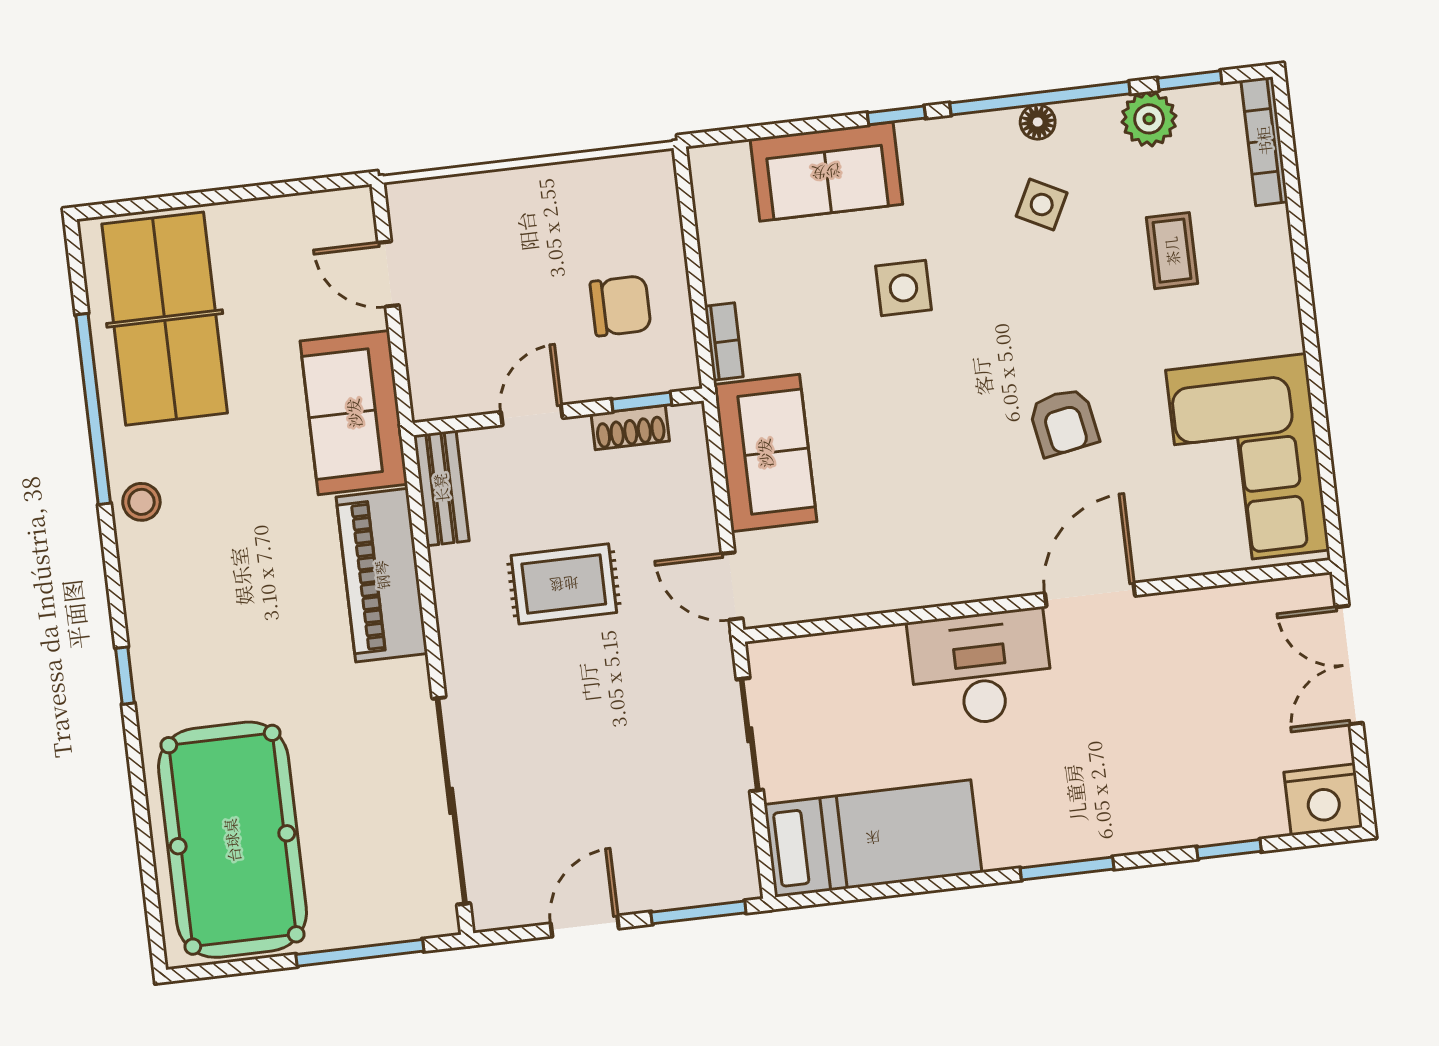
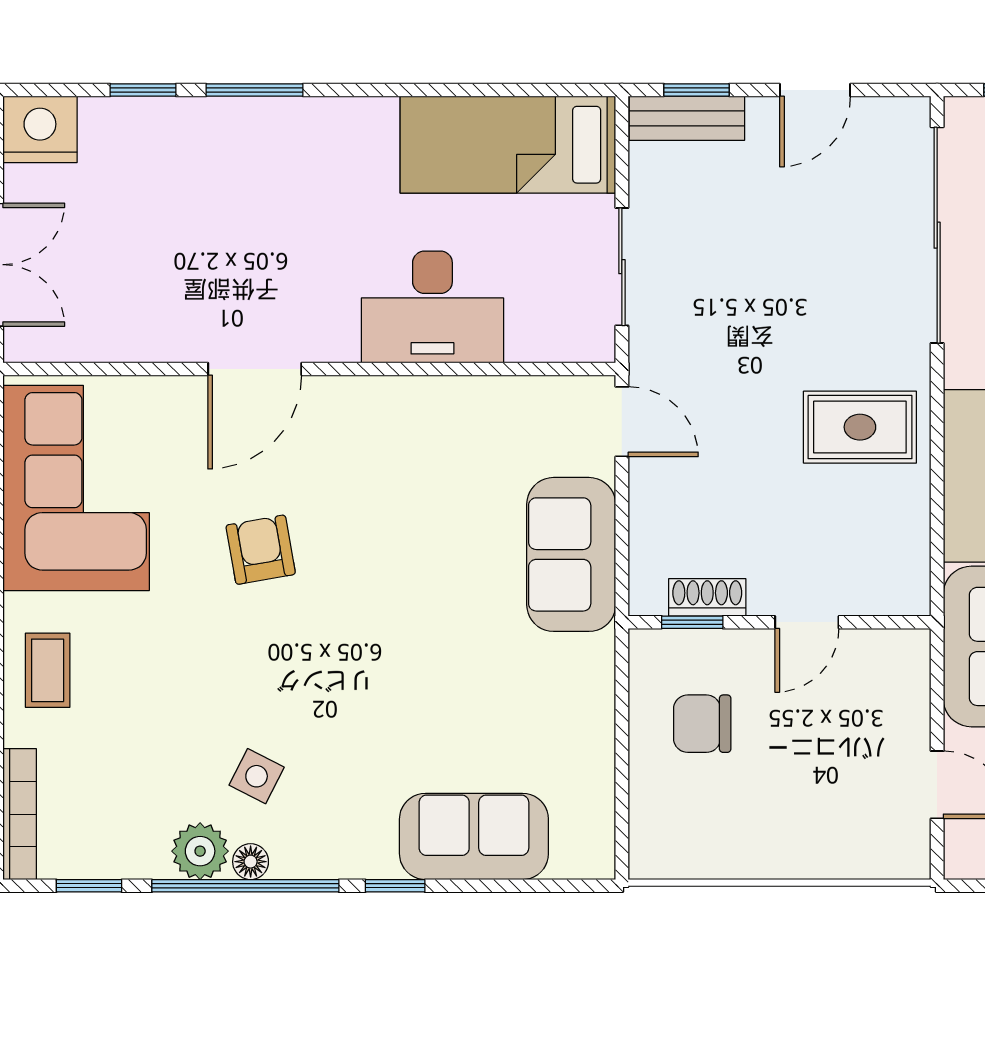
plant: (1149, 119) -> (200, 851), moved
coffee table: (1172, 251) -> (48, 670), moved
side table: (903, 288) -> (409, 707), removed
bookcase: (724, 341) -> (600, 674), removed
bench: (441, 488) -> (687, 118), moved, turned 90
rug: (564, 584) -> (860, 427), moved
desk: (981, 668) -> (432, 307), moved
window: (1067, 869) -> (254, 90), moved
window: (698, 912) -> (696, 90), width x0.67

